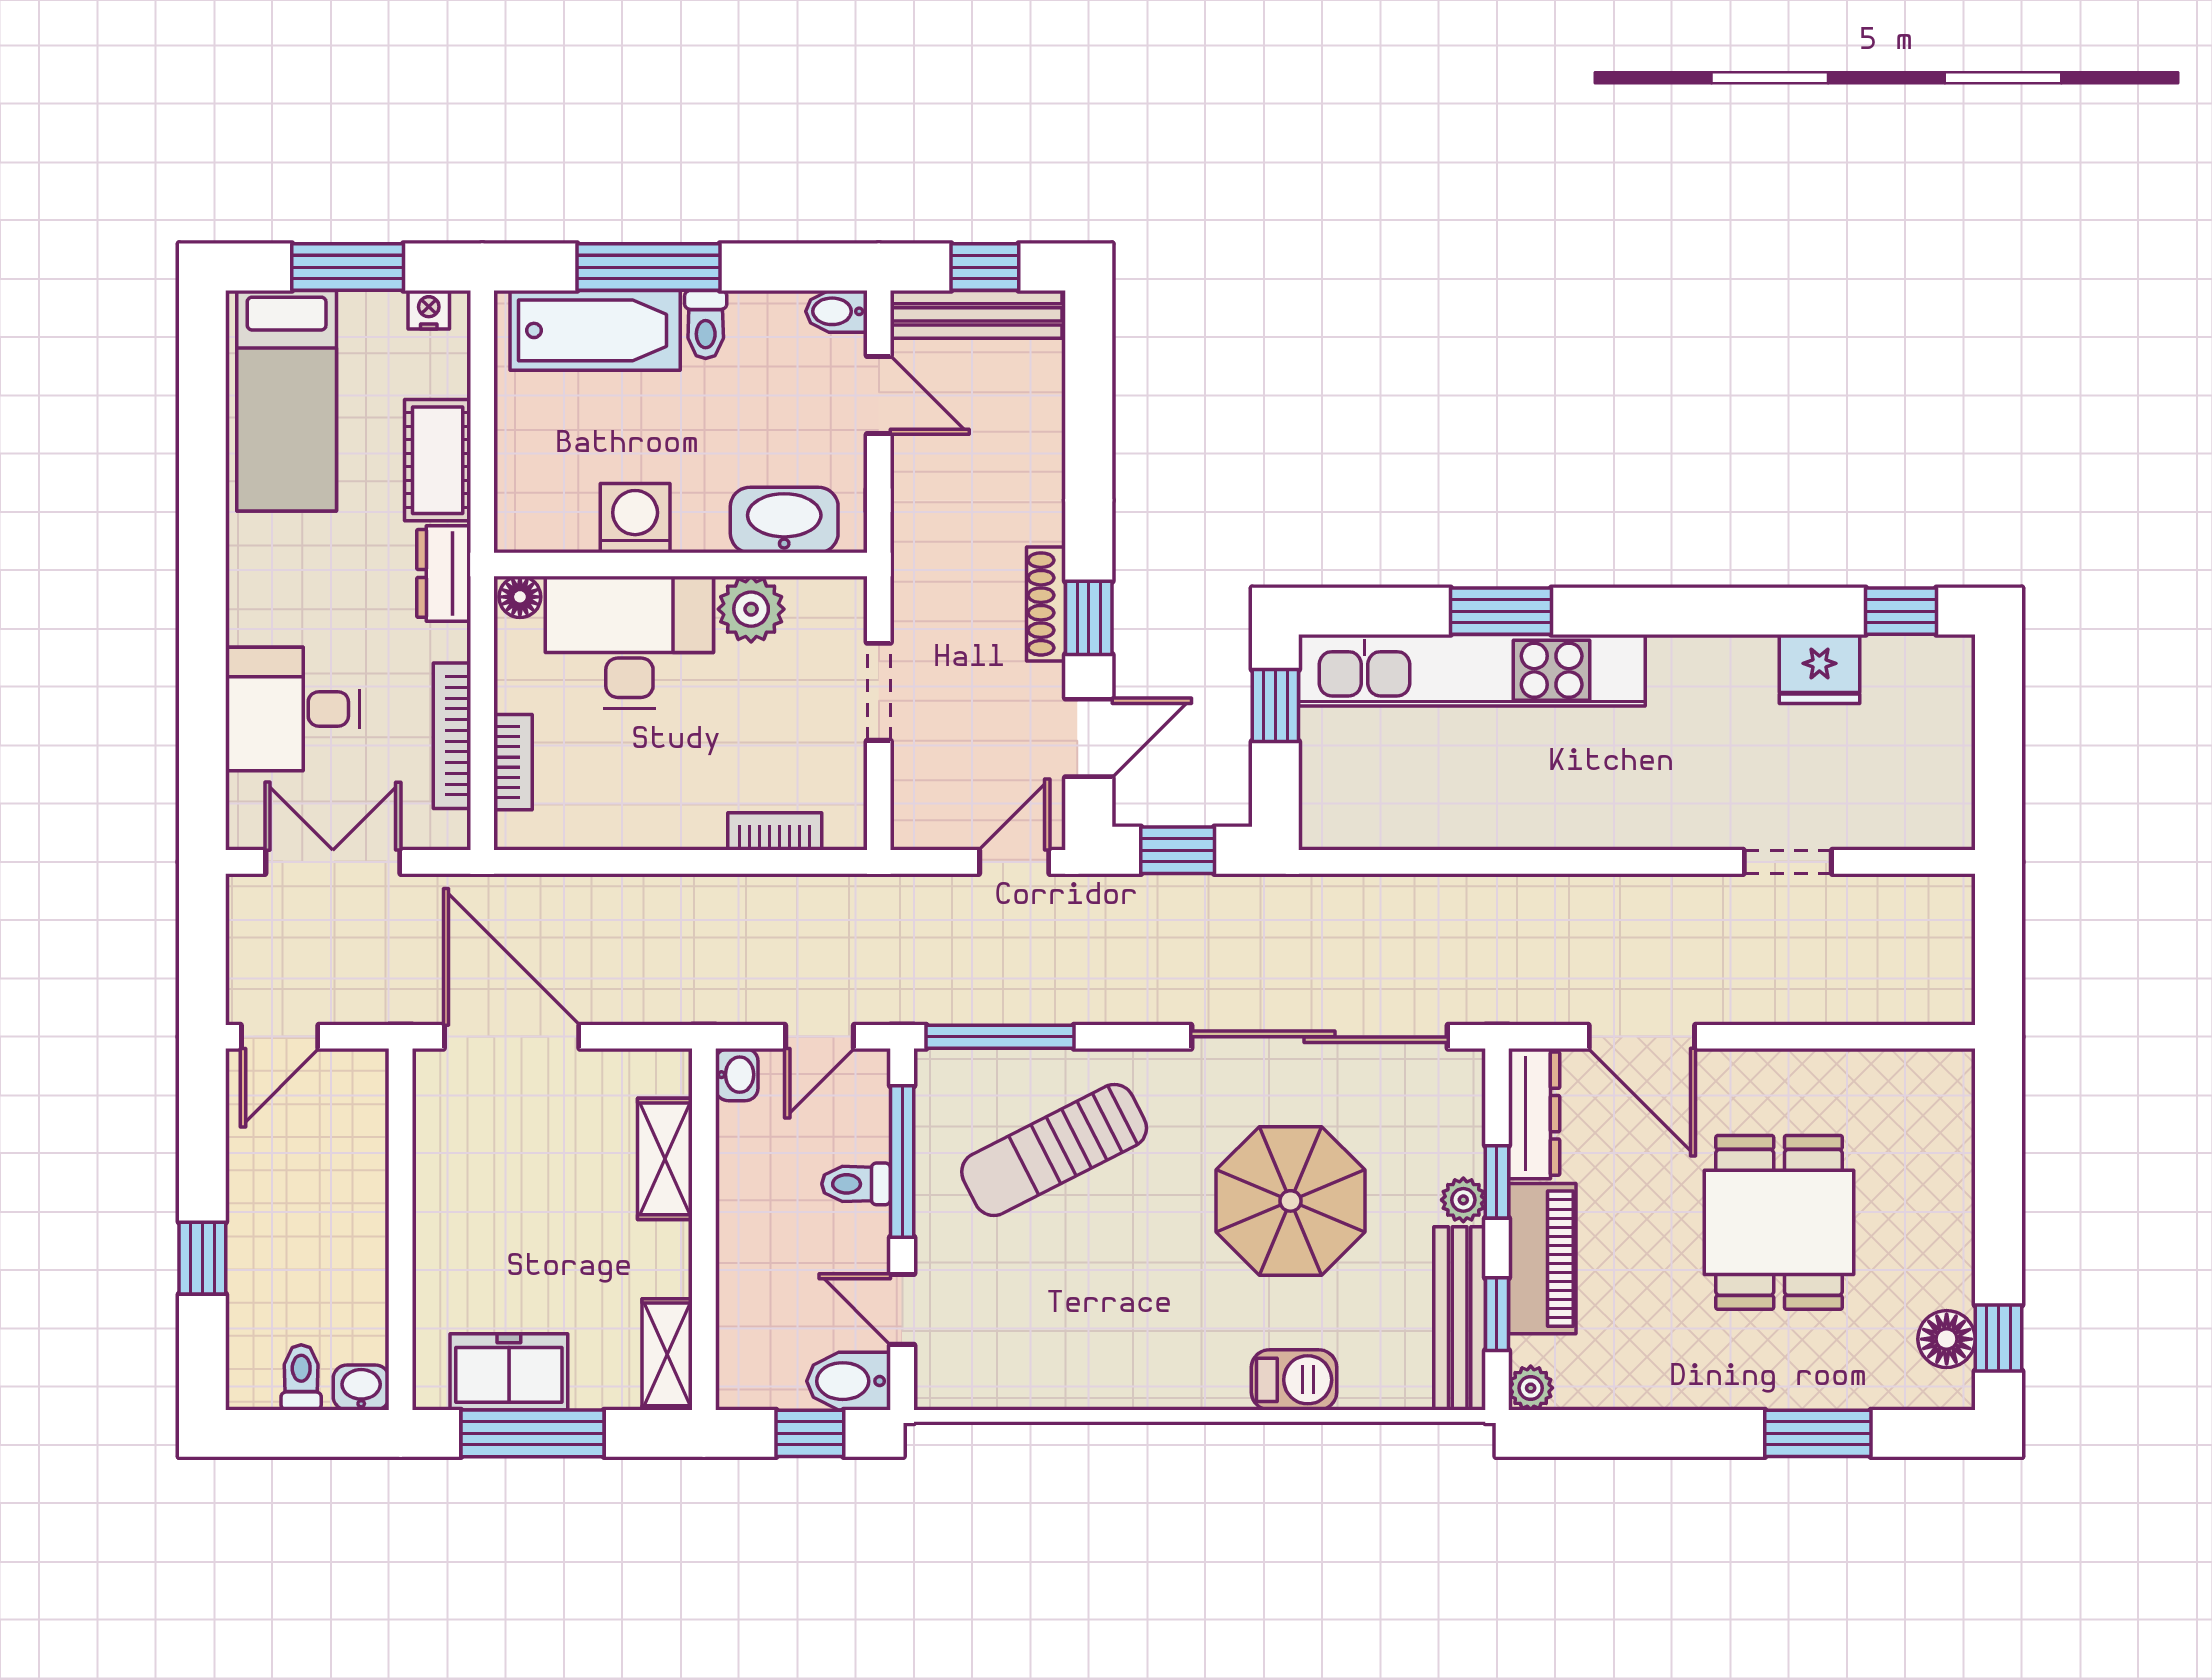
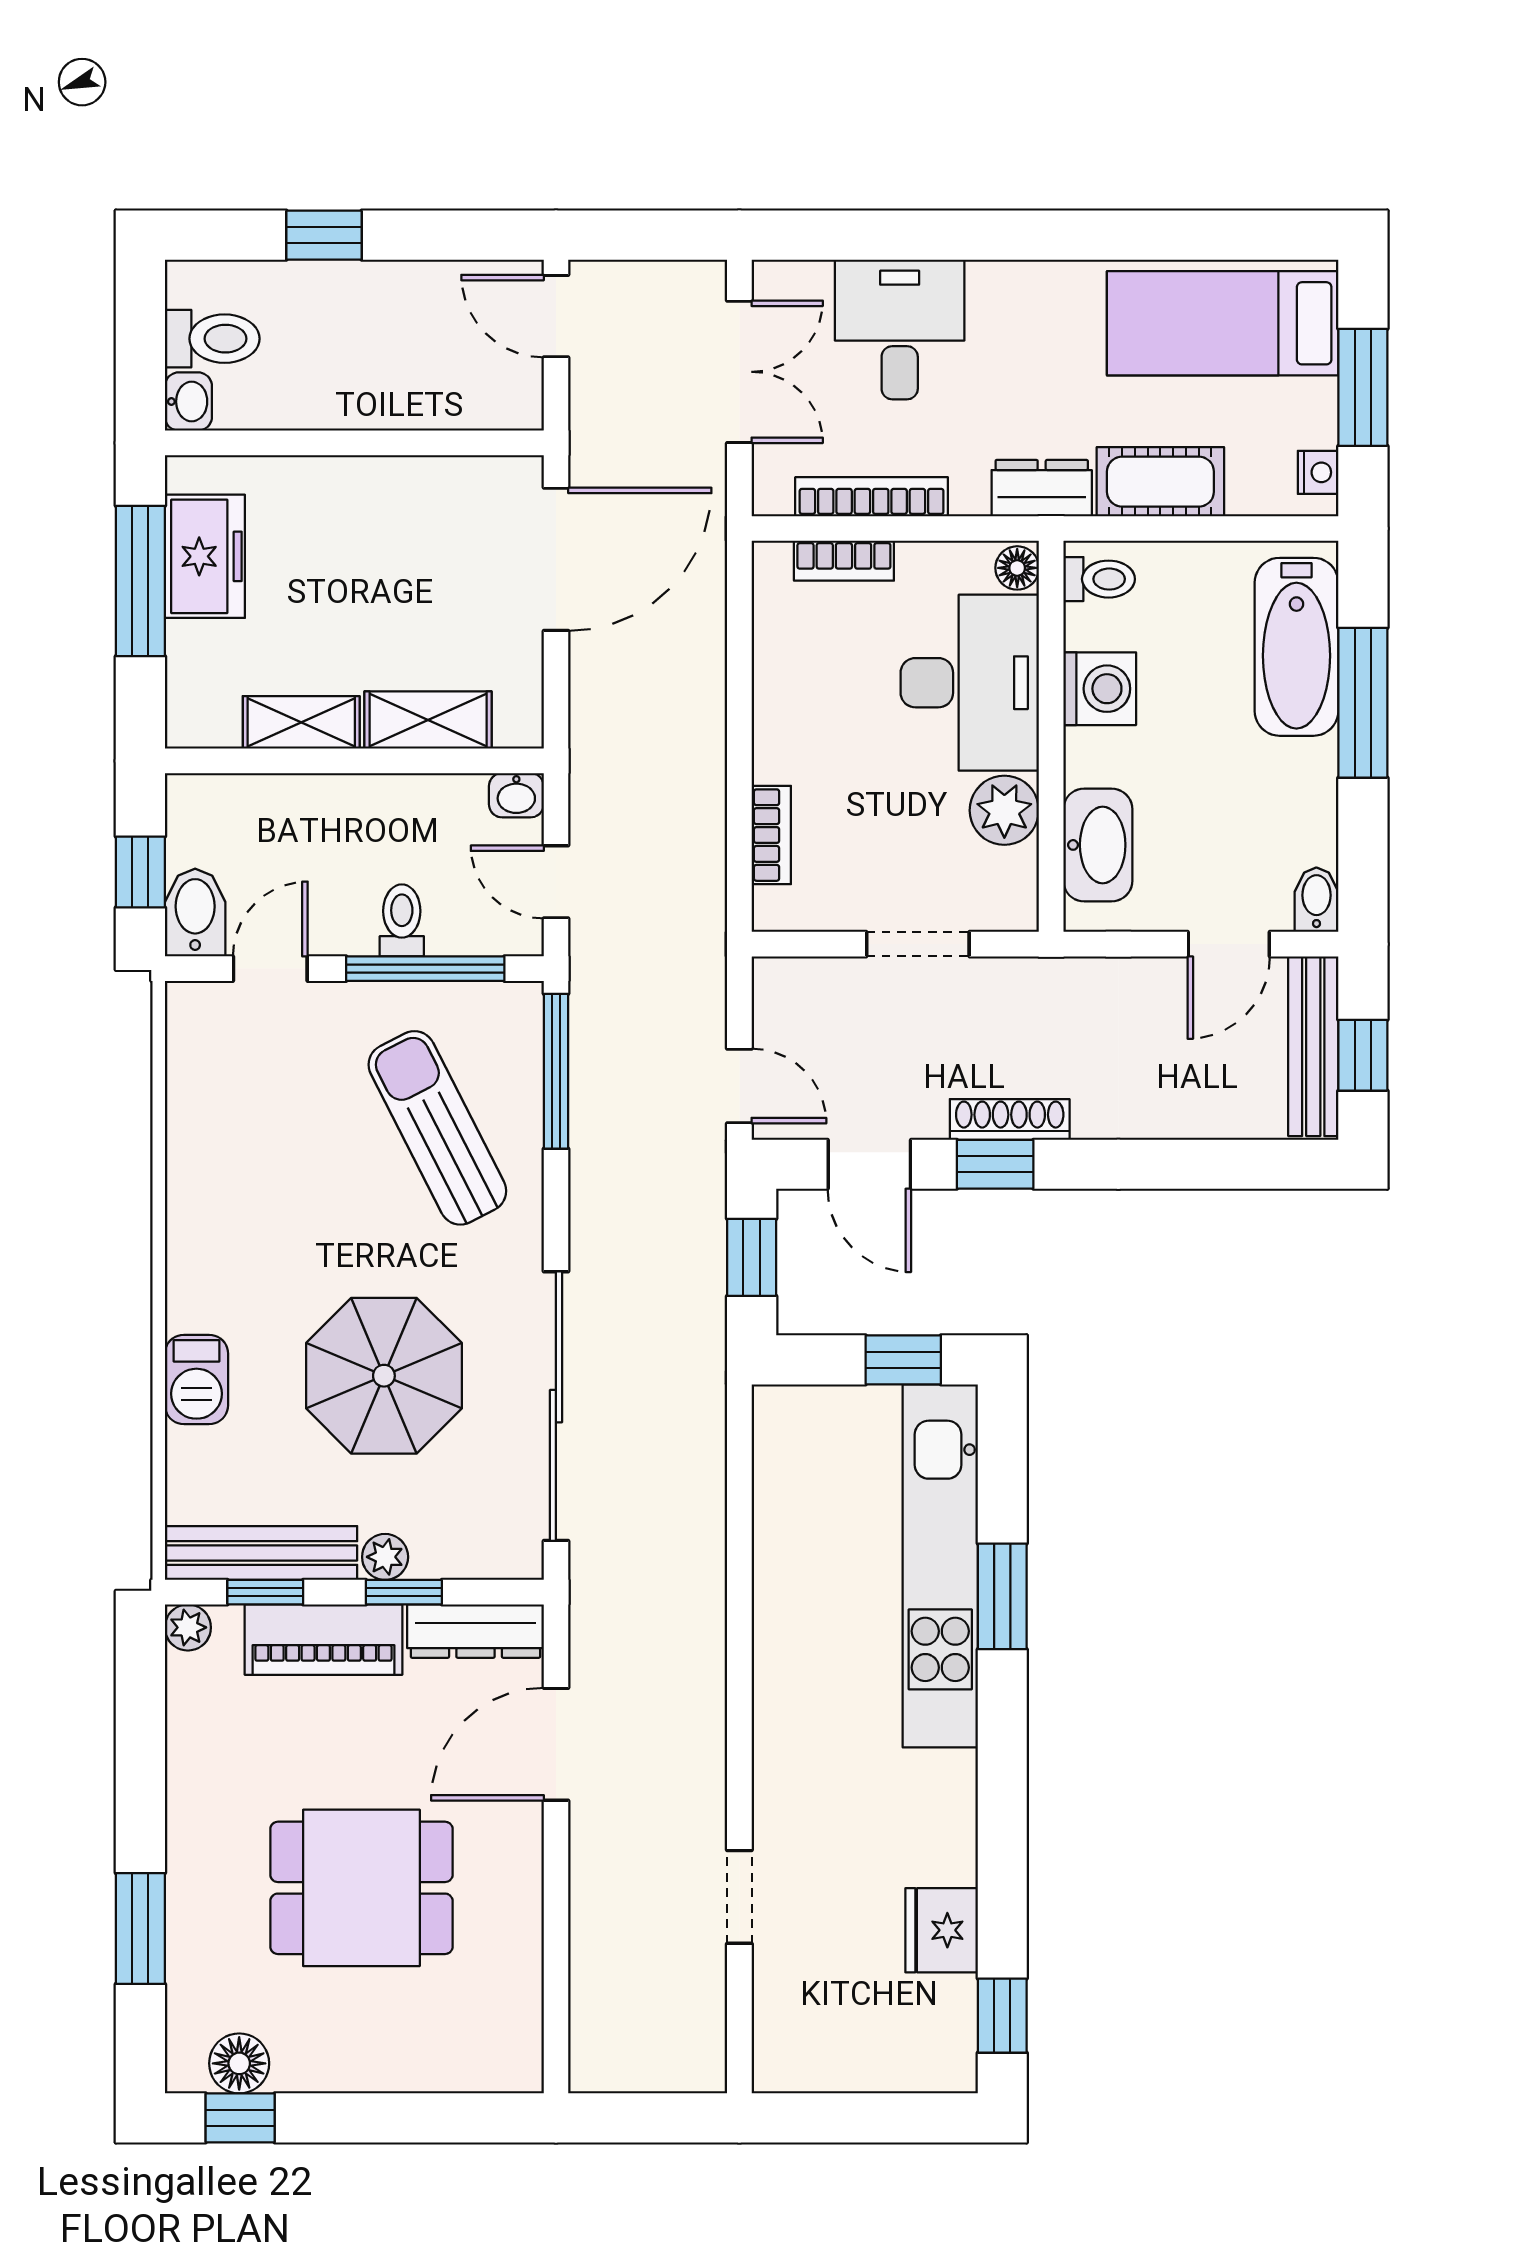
toilet: (706, 325) -> (1099, 579), moved, turned 180
shelving: (667, 1354) -> (301, 722), moved
toilet: (301, 1377) -> (212, 339), width x1.37, depth x1.39

